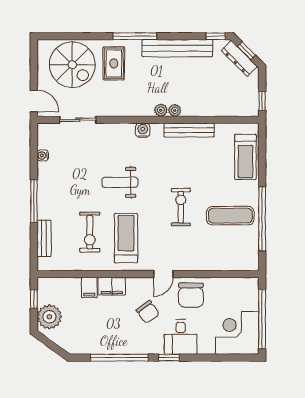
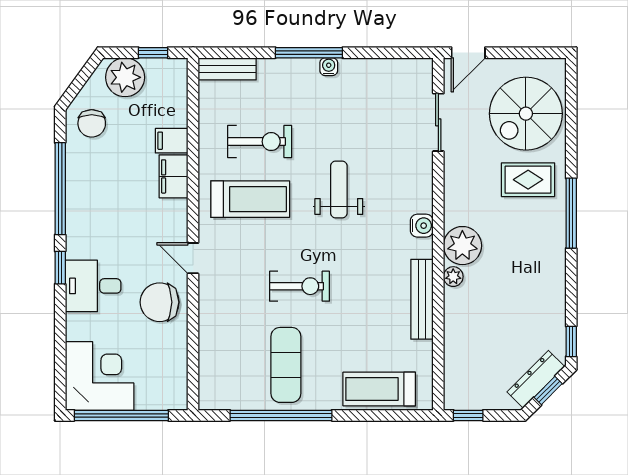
bench: (177, 48) -> (552, 281), removed
plant: (161, 110) -> (462, 246), width x1.88, depth x1.88
water cooler: (43, 155) -> (329, 67), moved
exercise bike: (90, 232) -> (260, 142), turned 180
bench: (44, 238) -> (227, 69), moved
chair: (148, 312) -> (92, 123), moved, turned -54

